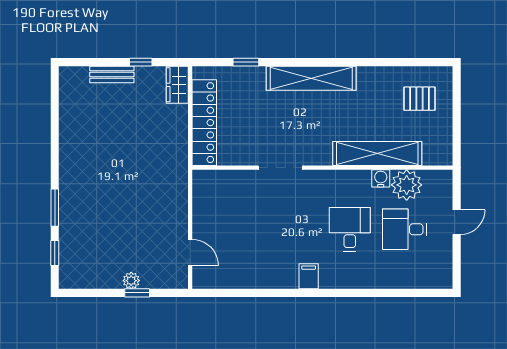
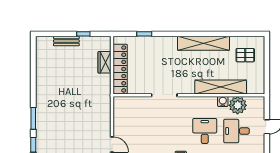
shelving: (311, 78) -> (204, 43), moved
wardrobe: (177, 85) -> (104, 62), moved

